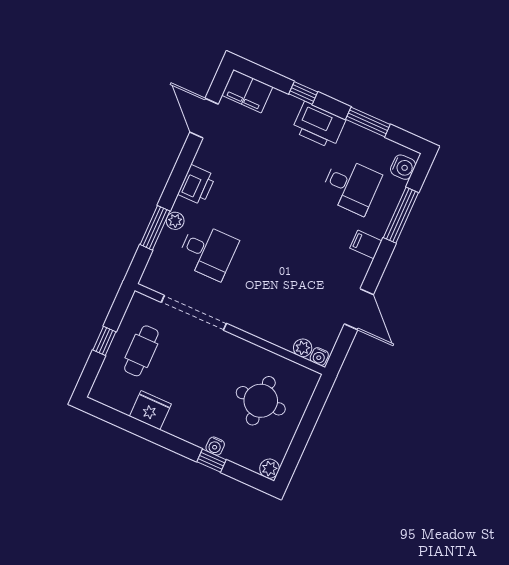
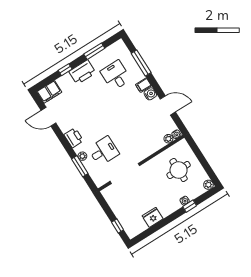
water cooler: (403, 167) -> (150, 94), moved
desk: (351, 186) -> (116, 75), turned -90
window: (104, 341) -> (118, 226), moved
cafe table: (141, 351) -> (126, 205), removed

